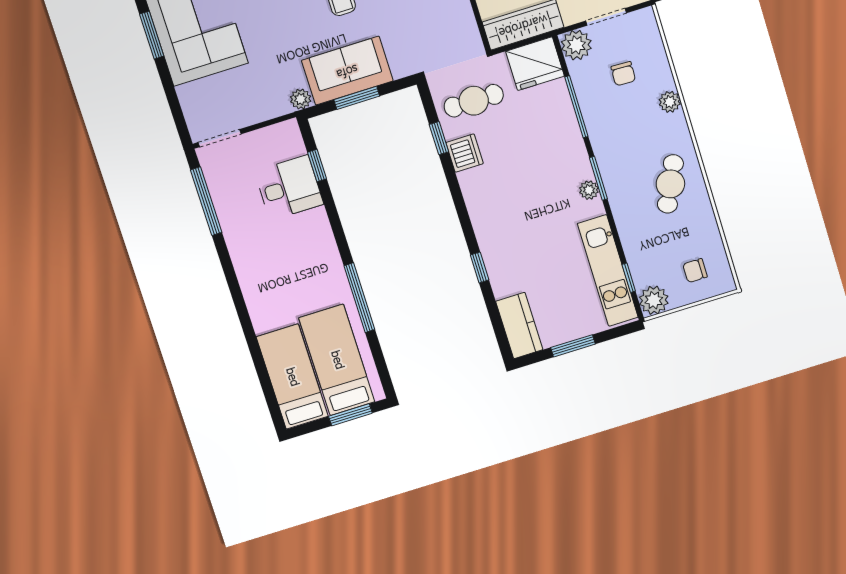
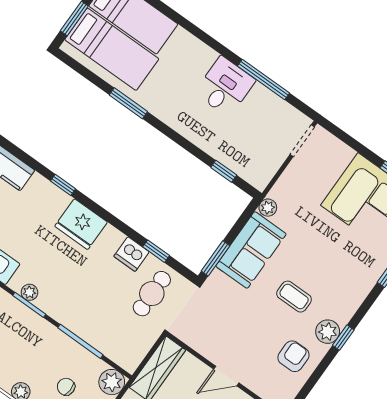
fridge: (535, 64) -> (81, 224), moved, turned -90
window: (357, 98) -> (216, 258), moved
desk: (289, 188) -> (225, 87), moved, turned 180
window: (206, 201) -> (264, 80), moved
window: (359, 298) -> (128, 103), width x0.69

